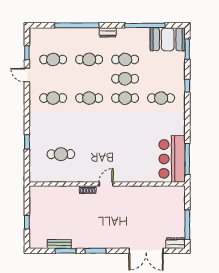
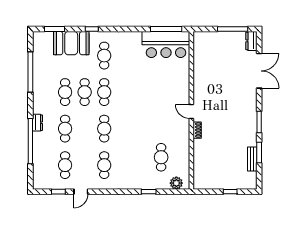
dresser: (108, 32) -> (38, 123), moved
booth: (168, 39) -> (71, 43), moved, turned 90
plant: (35, 169) -> (176, 183), added

